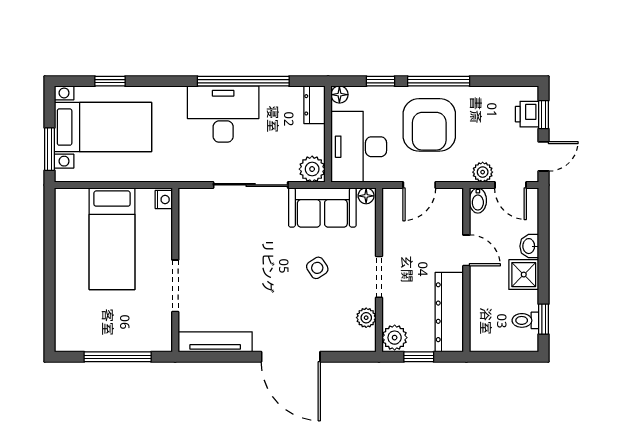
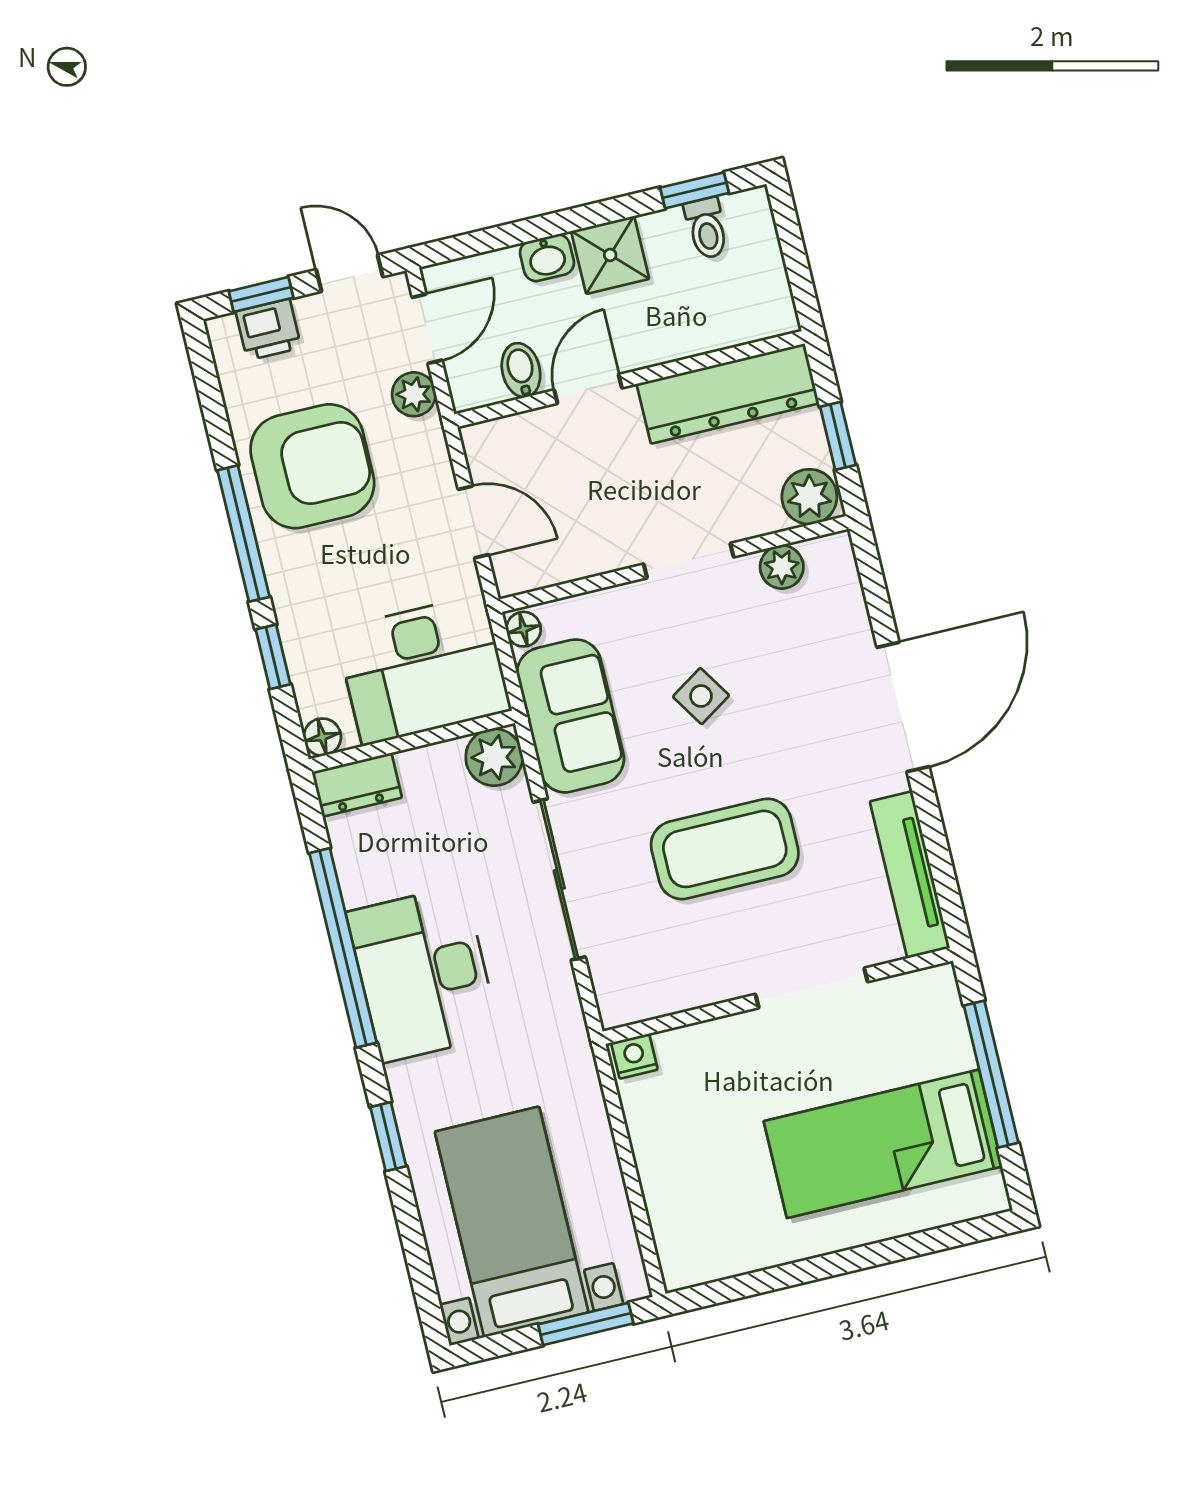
window: (110, 81) -> (388, 1137), moved
armchair: (429, 125) -> (312, 466), moved
bidet: (478, 201) -> (521, 370), moved, turned -90
bed: (112, 239) -> (883, 1144), moved, turned 180
coffee table: (246, 262) -> (725, 849), added

